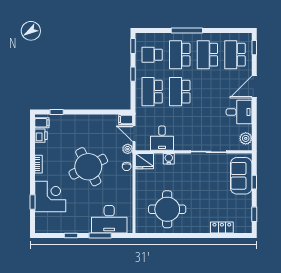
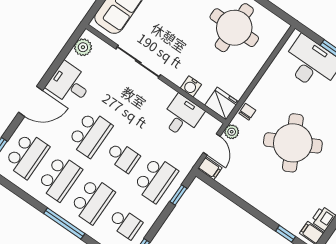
window: (133, 74) -> (178, 195), moved
school desk: (180, 92) -> (123, 157), width x0.54
school desk: (207, 92) -> (90, 134), added

